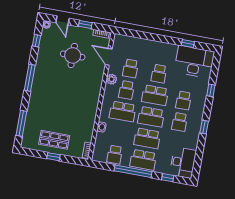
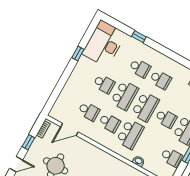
window: (188, 43) -> (78, 53), moved
plant: (112, 79) -> (93, 134), removed
window: (204, 127) -> (174, 56), removed
school desk: (147, 138) -> (166, 118), width x0.54

